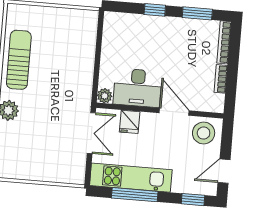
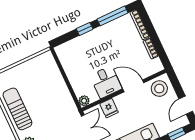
window: (197, 13) -> (113, 16), width x1.44
desk: (137, 88) -> (106, 82), width x0.73

